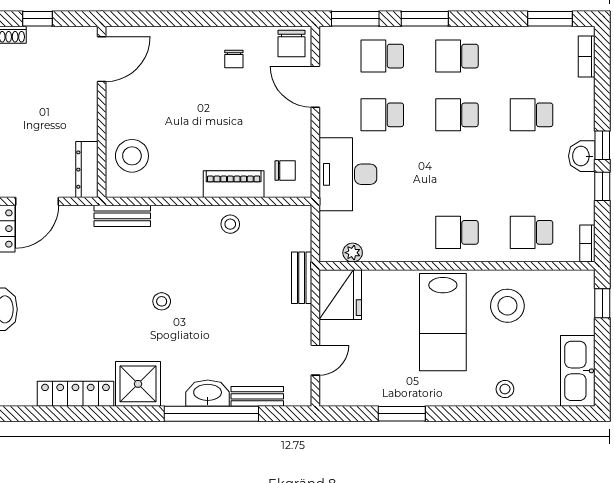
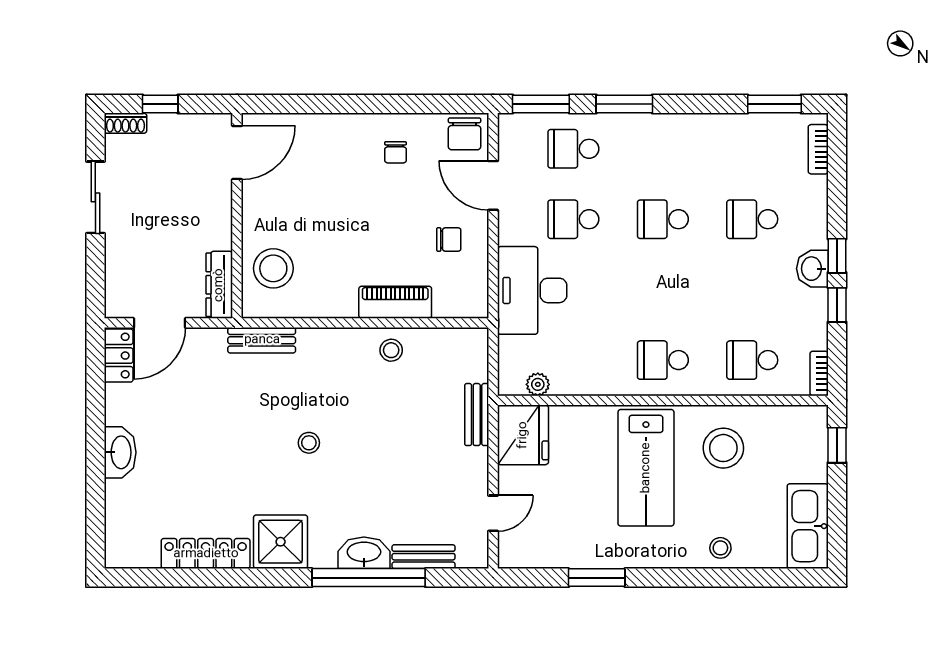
school desk: (457, 56) -> (663, 149), removed
chair: (285, 170) -> (449, 239), moved

